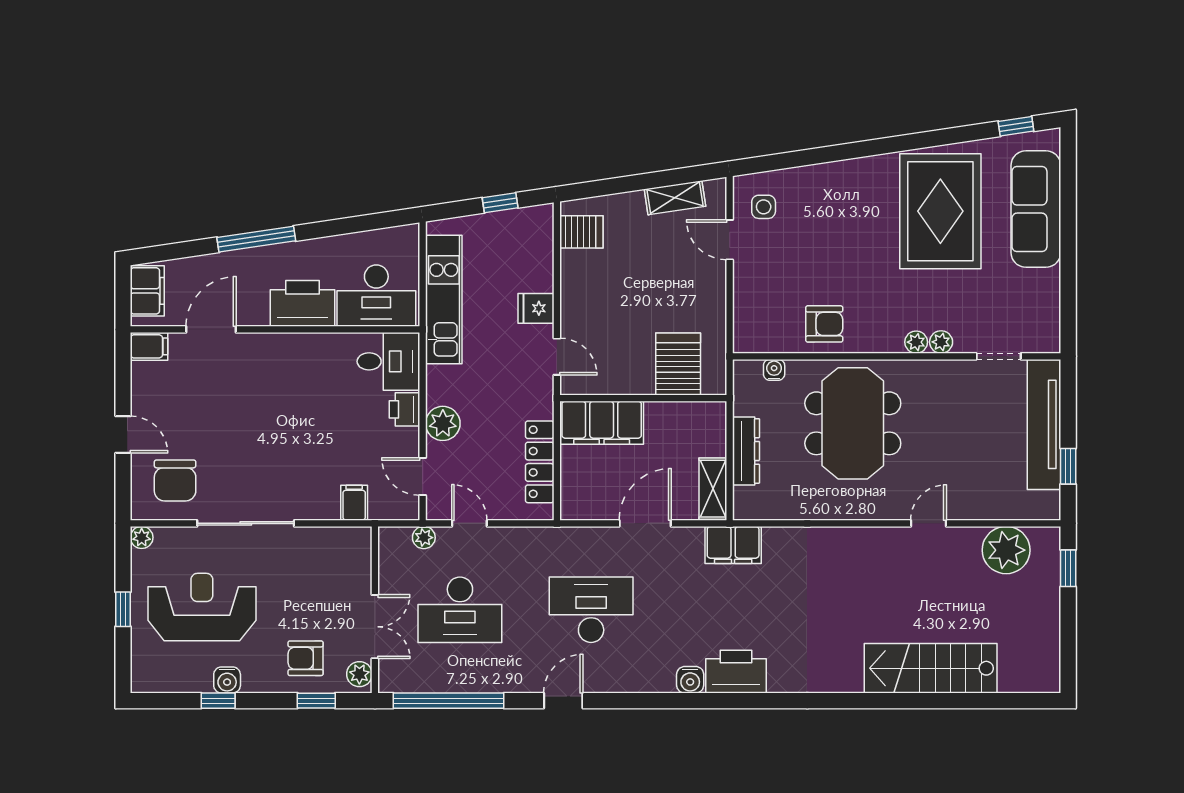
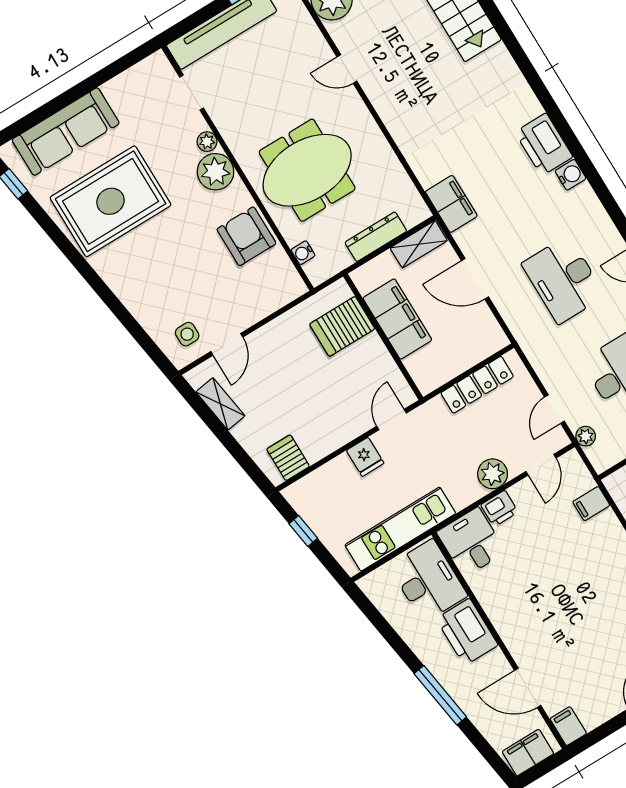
armchair: (824, 324) -> (246, 236), width x1.38, depth x1.38
plant: (916, 342) -> (216, 172), width x1.87, depth x1.87
filing cabinet: (602, 423) -> (397, 319), moved

